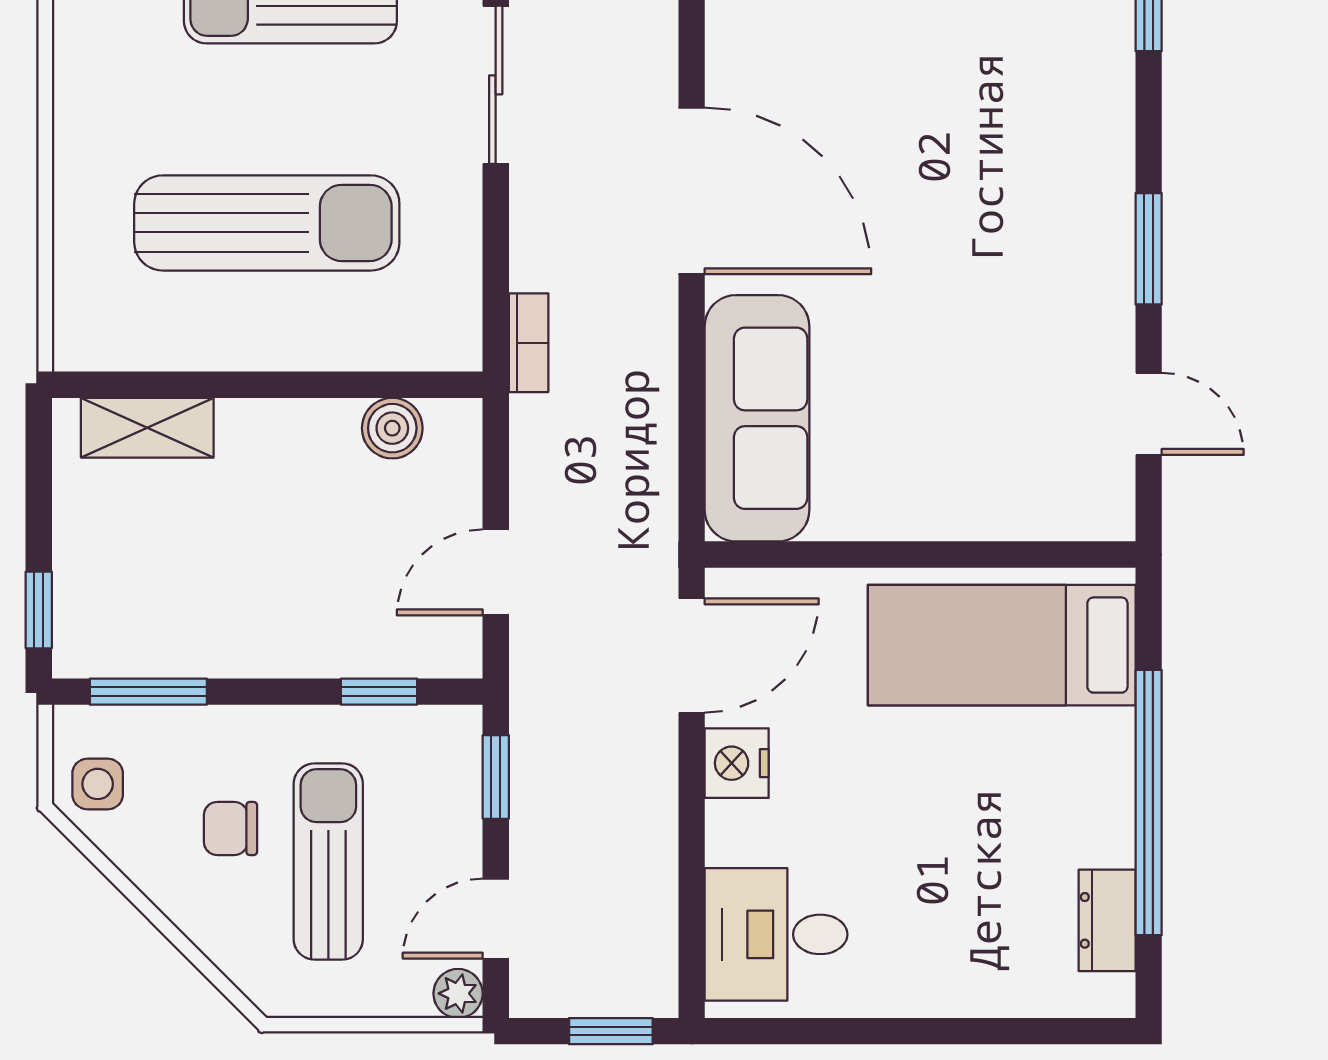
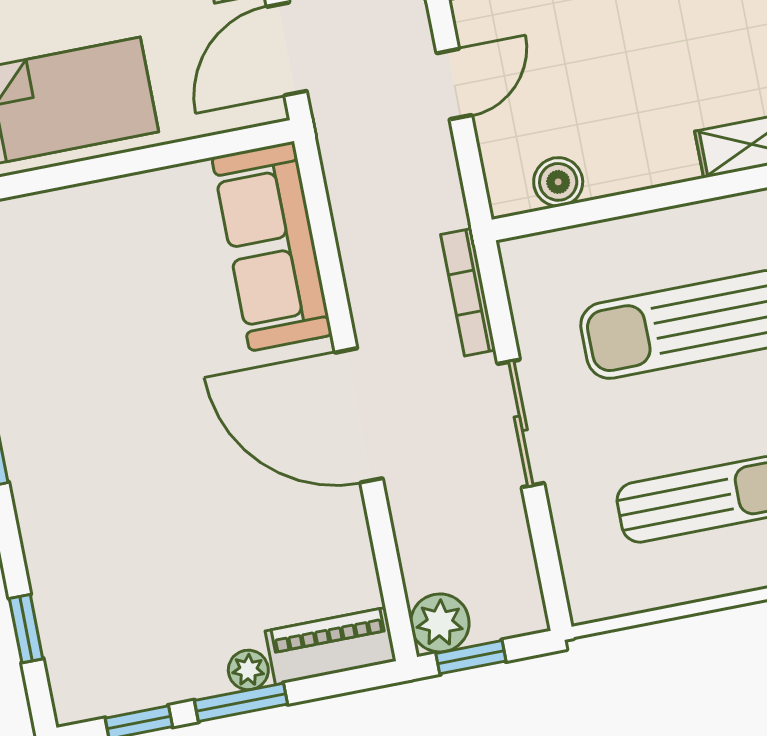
sliding door: (496, 85) -> (521, 423), moved
bookcase: (529, 343) -> (468, 292), width x1.56

